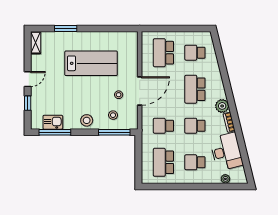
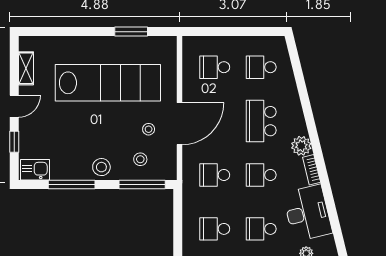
window: (66, 29) -> (131, 32), moved
shelving: (36, 43) -> (26, 68), moved
school desk: (163, 53) -> (215, 67), width x0.54
lab bench: (91, 63) -> (108, 83), width x1.36
kitchen sink: (53, 122) -> (35, 170), moved
window: (55, 132) -> (72, 185), moved
school desk: (163, 162) -> (215, 229), width x0.54

